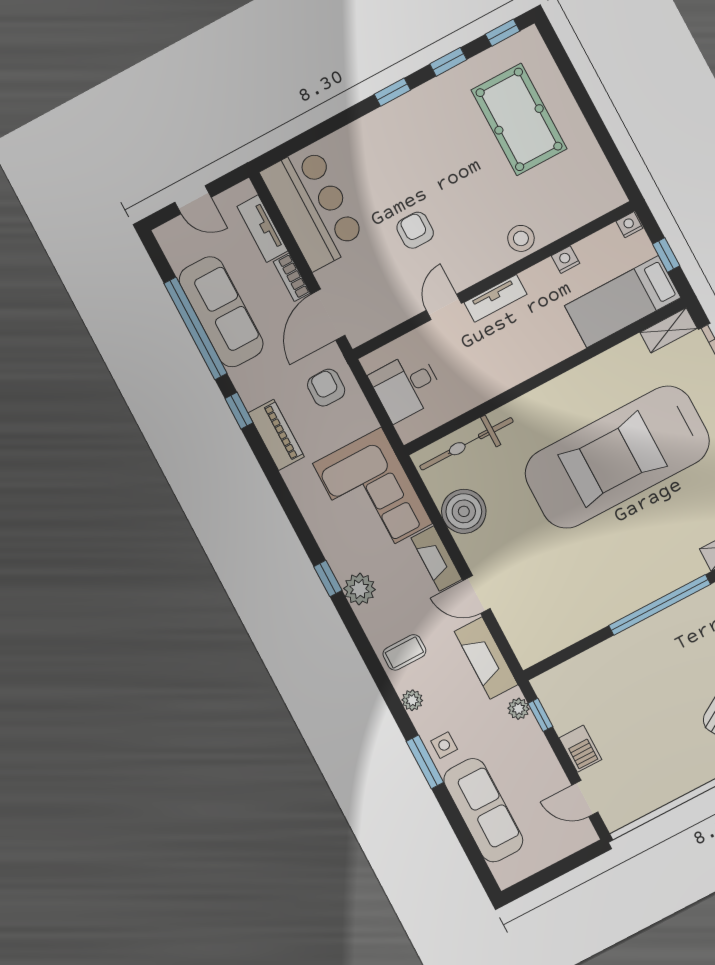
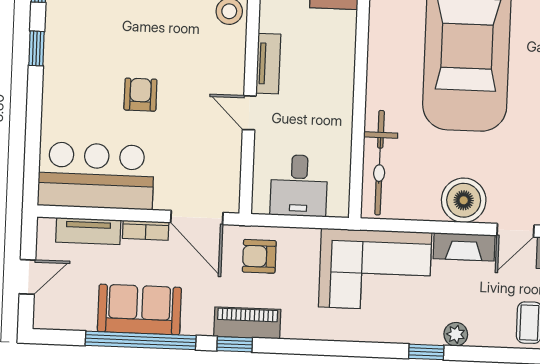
armchair: (415, 230) -> (140, 95), moved, turned 90
sofa: (221, 312) -> (139, 310), width x0.73
piano: (276, 435) -> (247, 323), moved
boiler: (464, 511) -> (464, 200), moved
plant: (360, 589) -> (456, 334), width x0.73, depth x0.73

